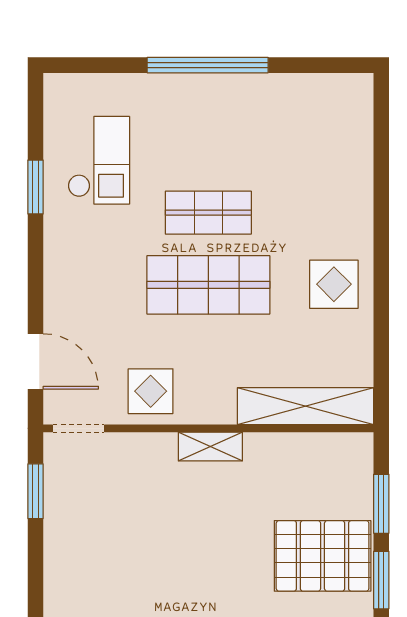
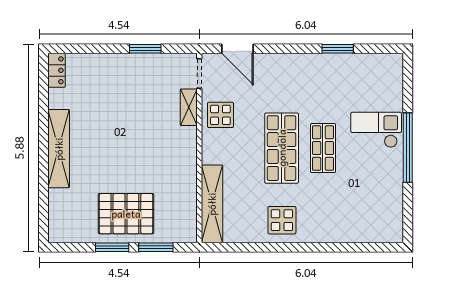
checkout: (99, 160) -> (376, 130), moved, turned 180
door: (35, 361) -> (238, 49), hinge flipped
shelving: (210, 446) -> (189, 107), moved
window: (35, 491) -> (145, 49), moved
pallet: (323, 556) -> (126, 214), turned 90

